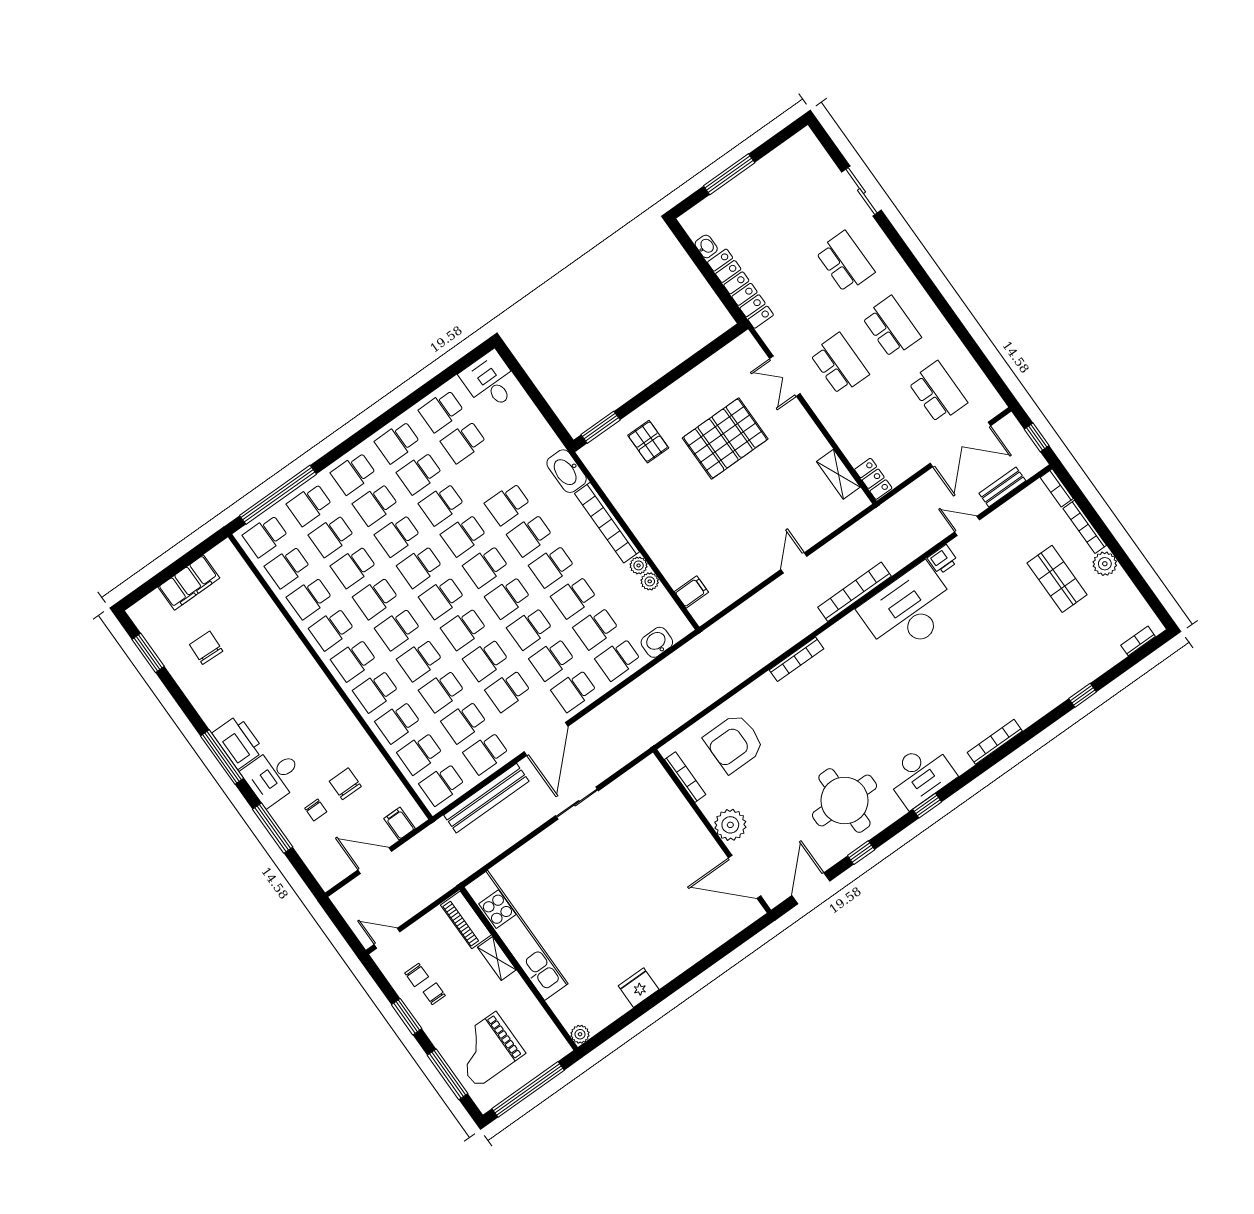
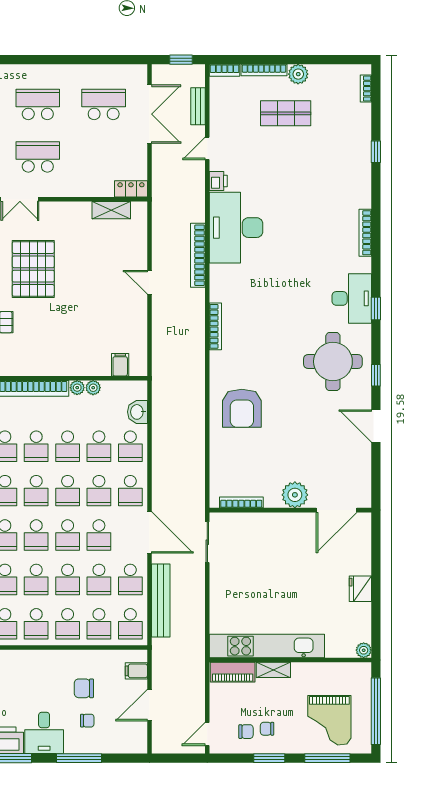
bookcase: (685, 777) -> (241, 502), moved
plant: (730, 825) -> (295, 495), moved
wall: (712, 831) -> (290, 510), moved
door: (745, 877) -> (337, 510), moved

